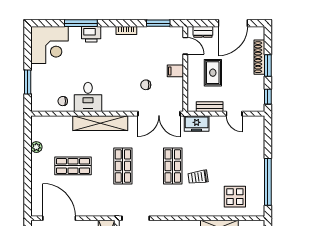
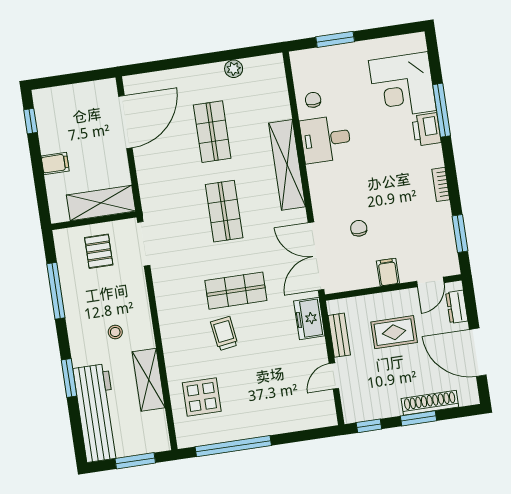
corner desk: (49, 45) -> (402, 85), moved
shop shelf: (123, 166) -> (224, 211), turned 90

